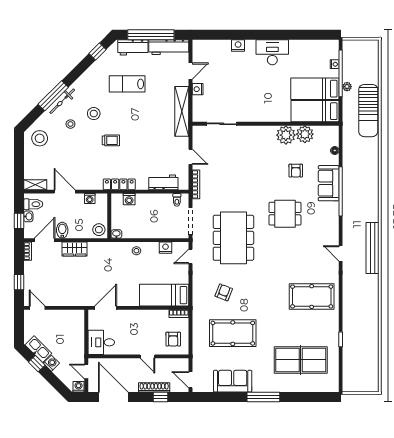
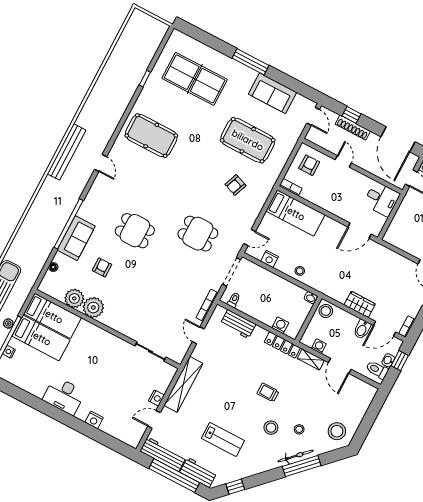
shelving: (35, 185) -> (311, 359), moved
dining table: (233, 238) -> (198, 234), width x0.53, depth x0.80

